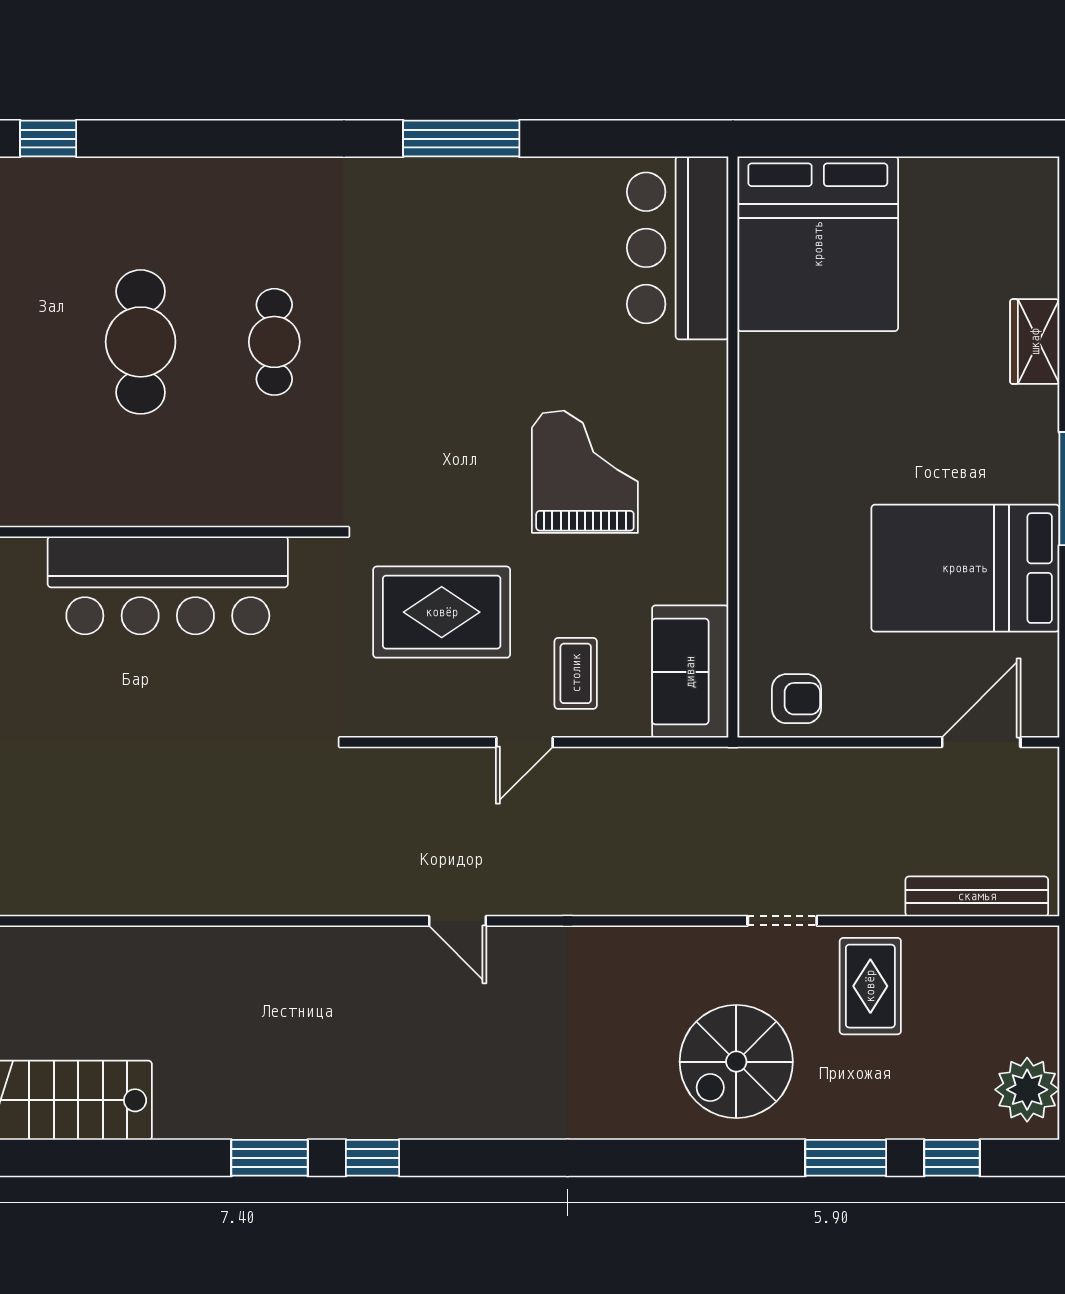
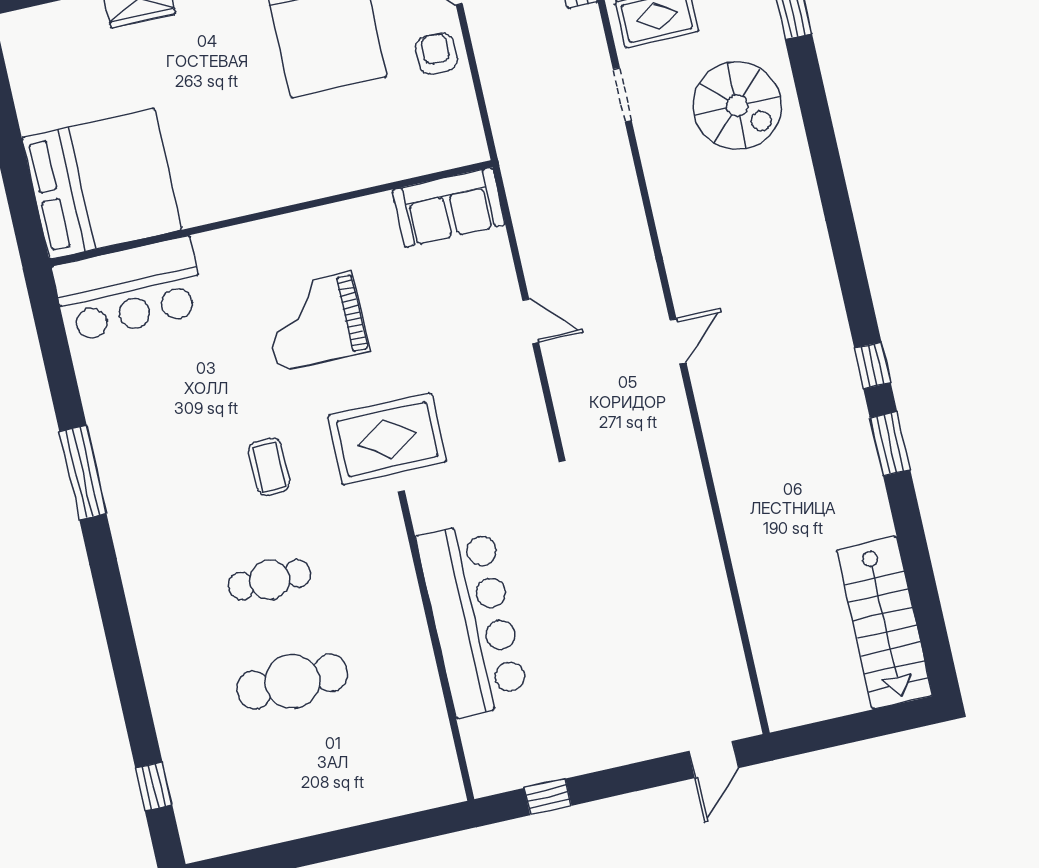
rug: (442, 612) -> (387, 439), moved, turned 90
coffee table: (576, 673) -> (269, 467), moved, turned 90
armchair: (796, 699) -> (436, 54), moved

